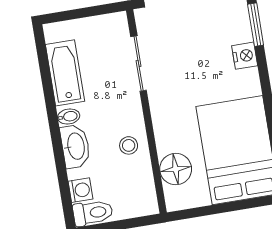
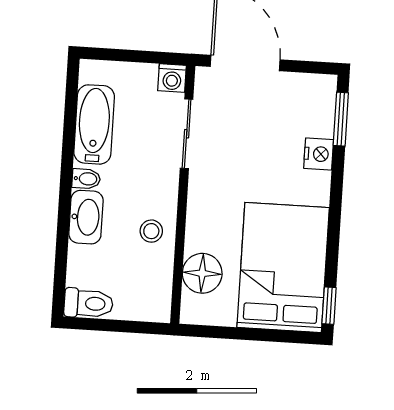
washing machine: (80, 190) -> (172, 78), moved, turned 90

